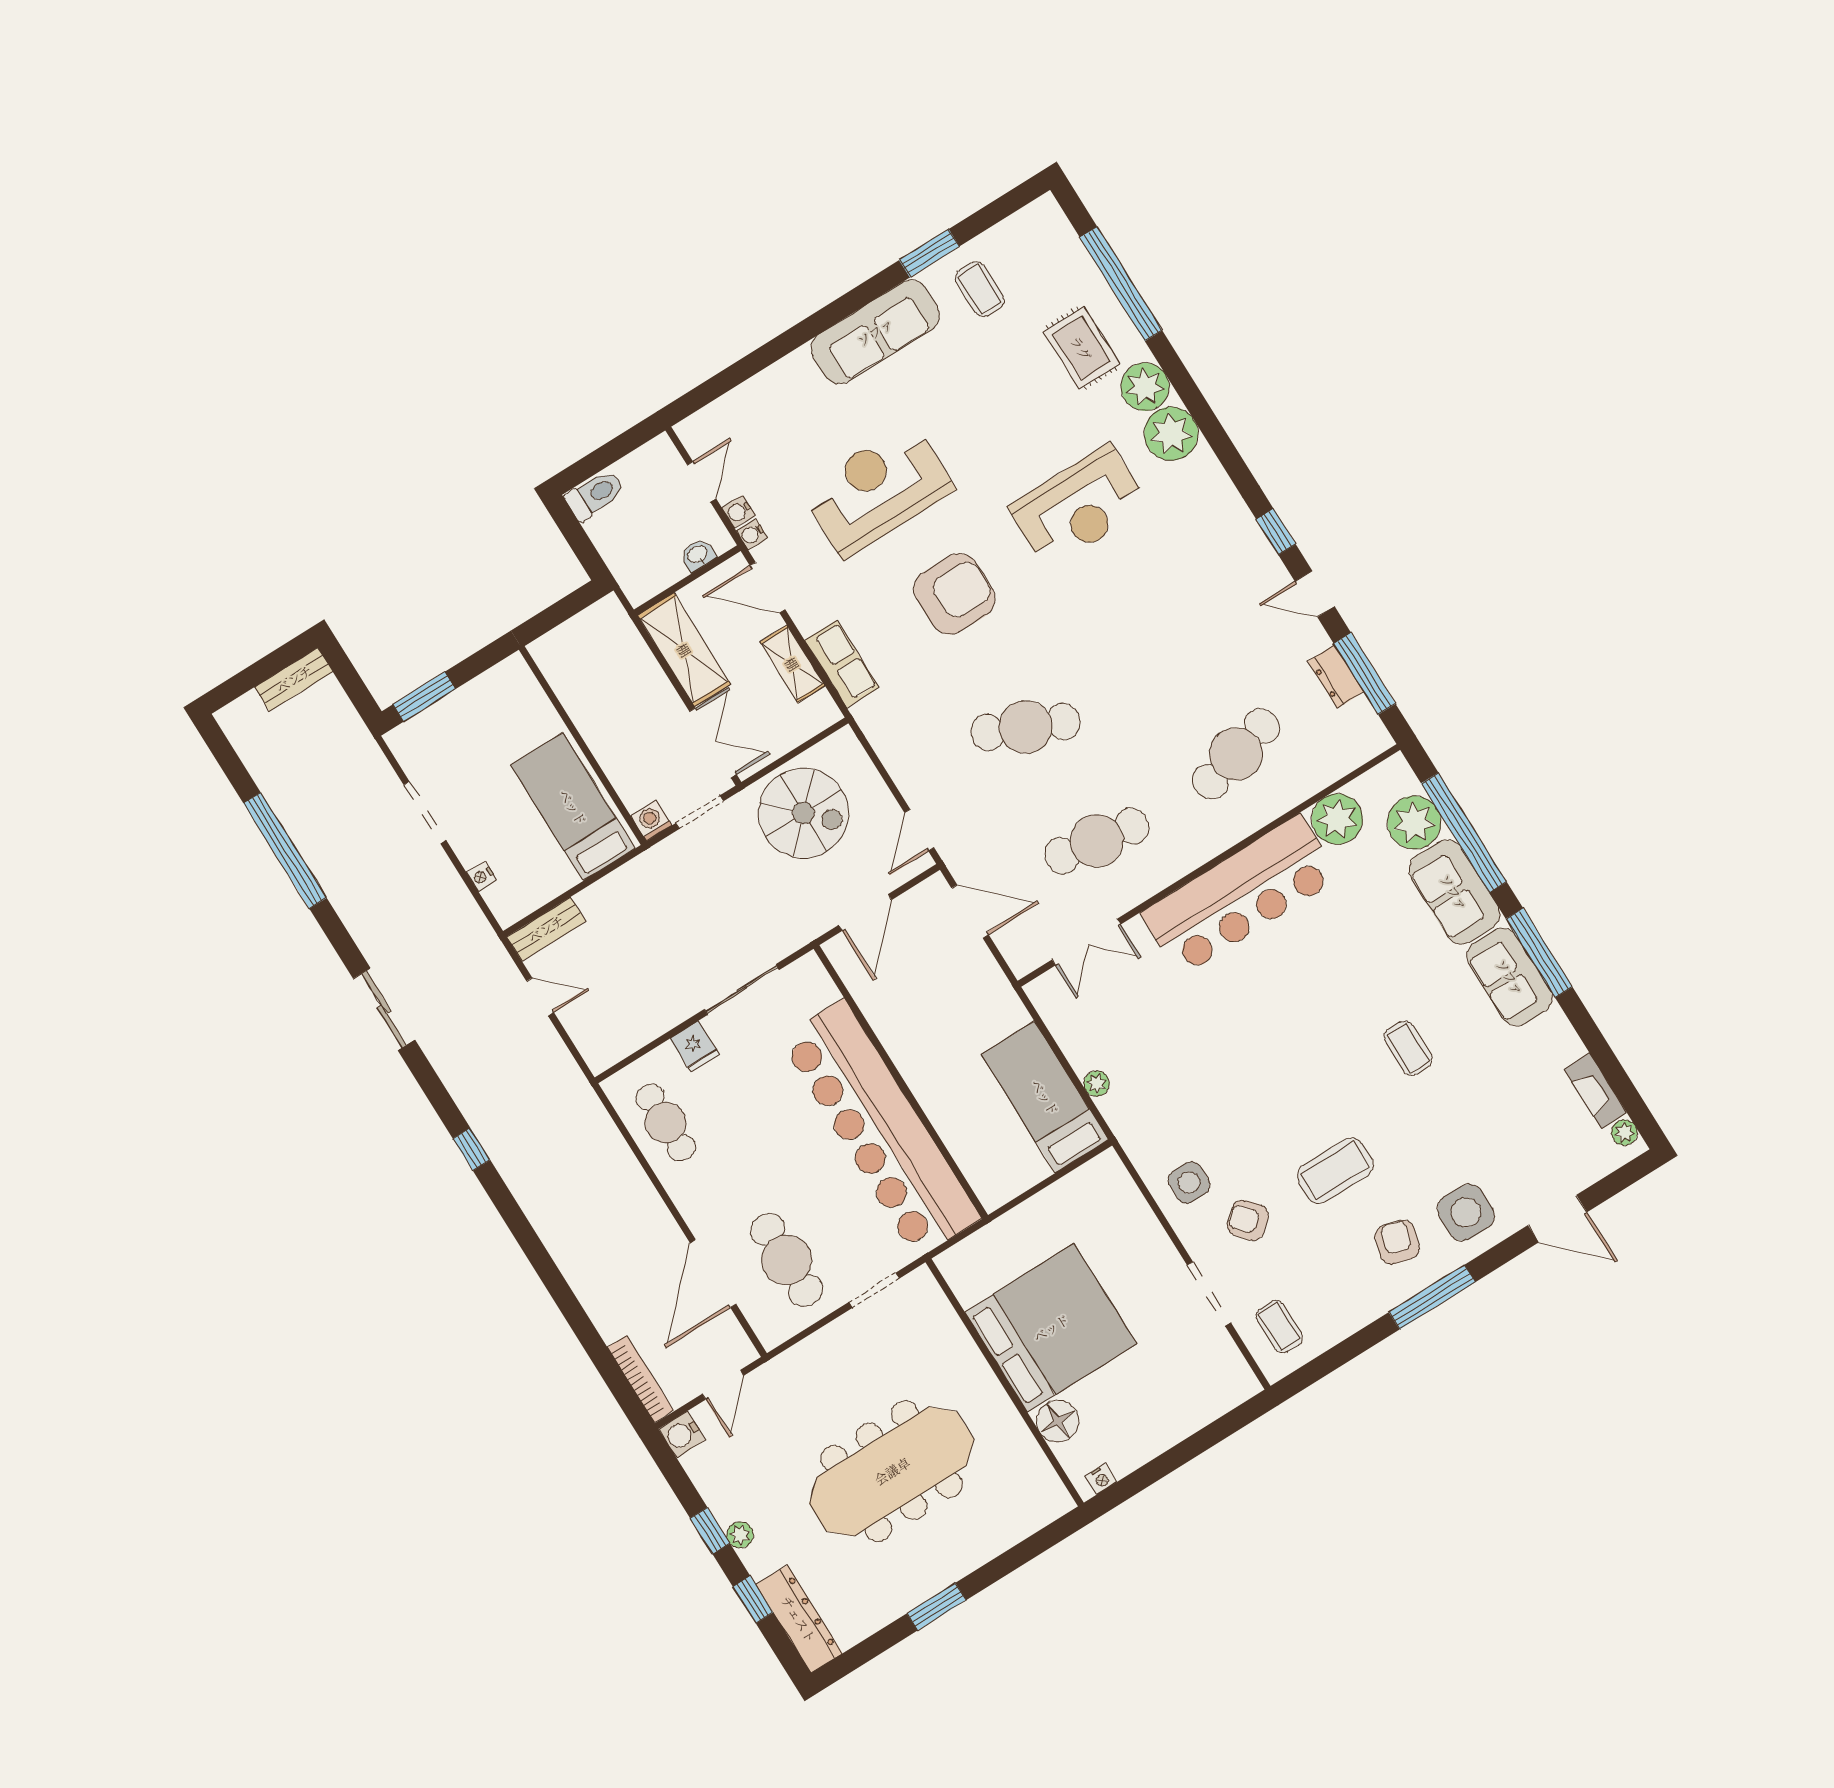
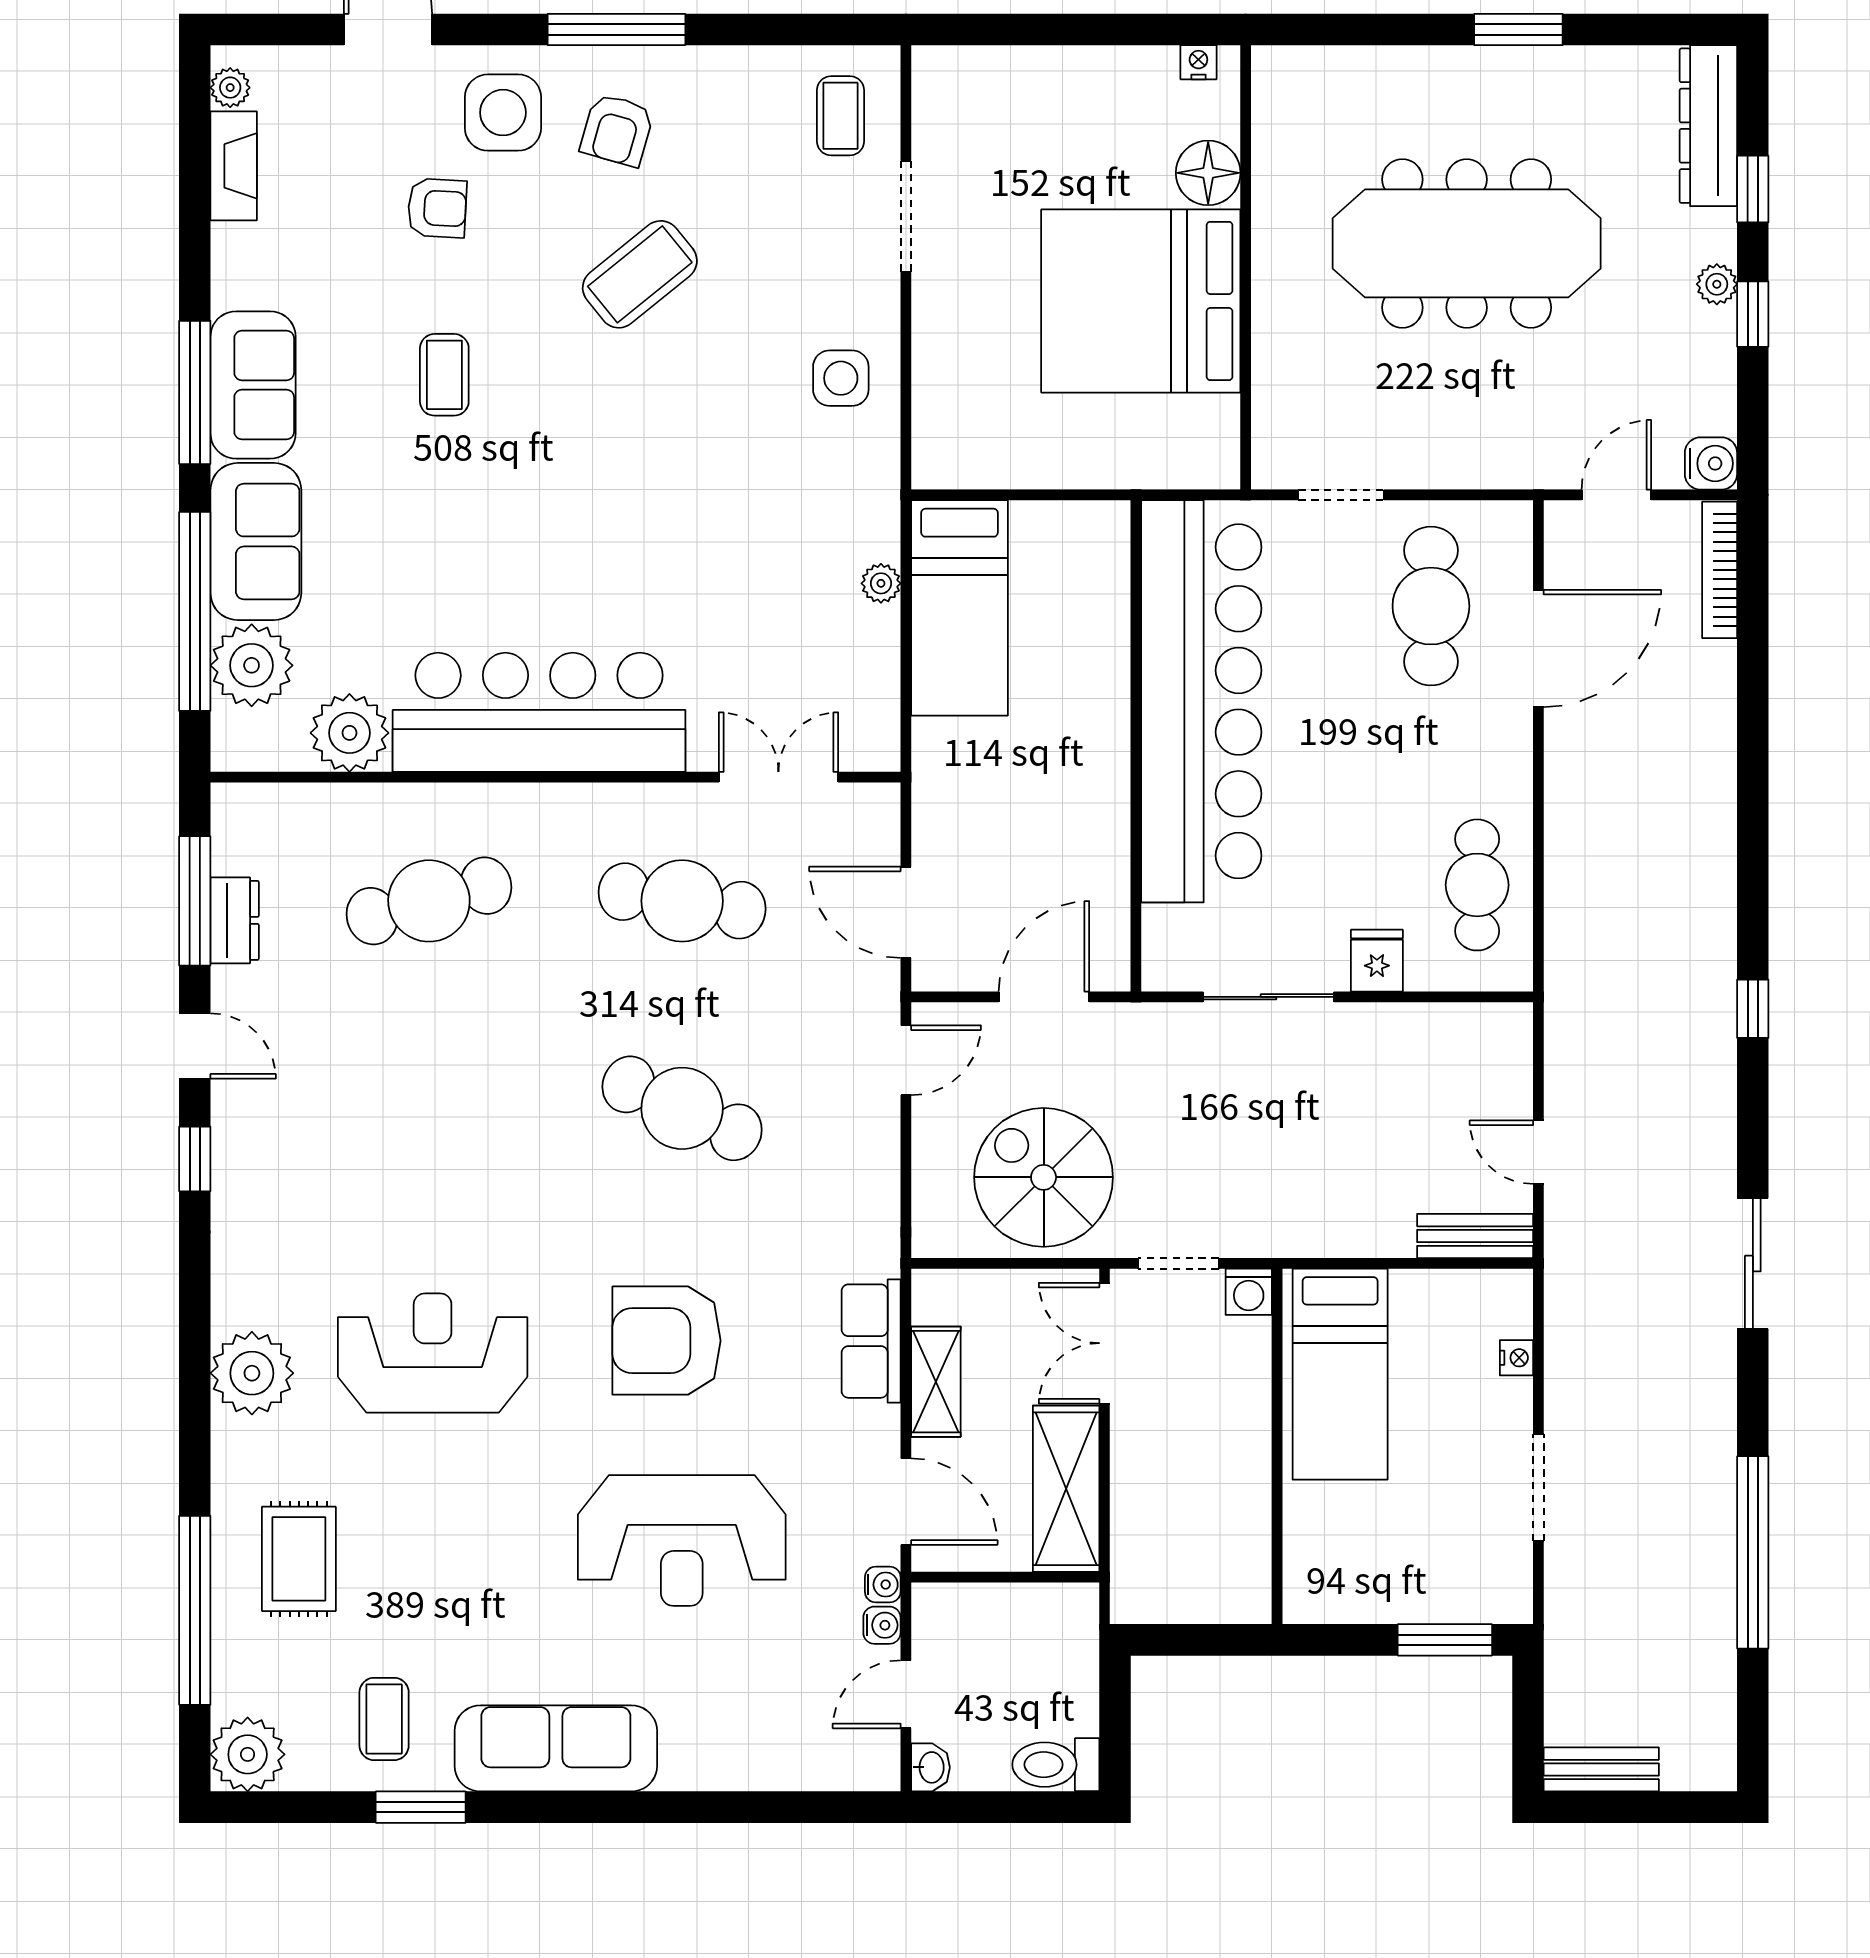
plant: (1145, 387) -> (248, 1754), moved
washbasin: (698, 555) -> (930, 1767), moved, turned -90
coffee table: (1335, 1171) -> (640, 274), turned -39
armchair: (1248, 1220) -> (437, 208), moved, turned -46

